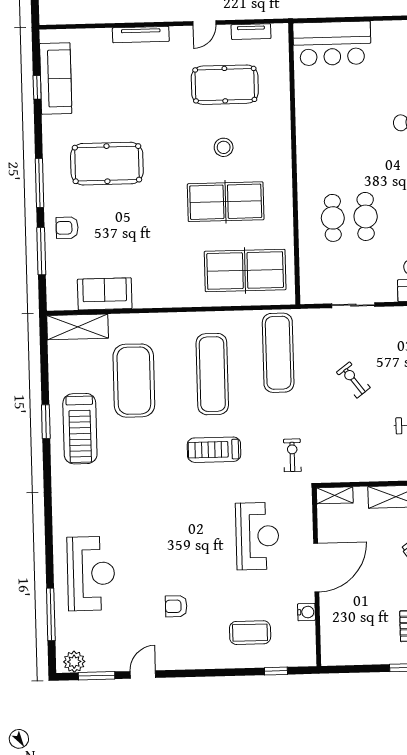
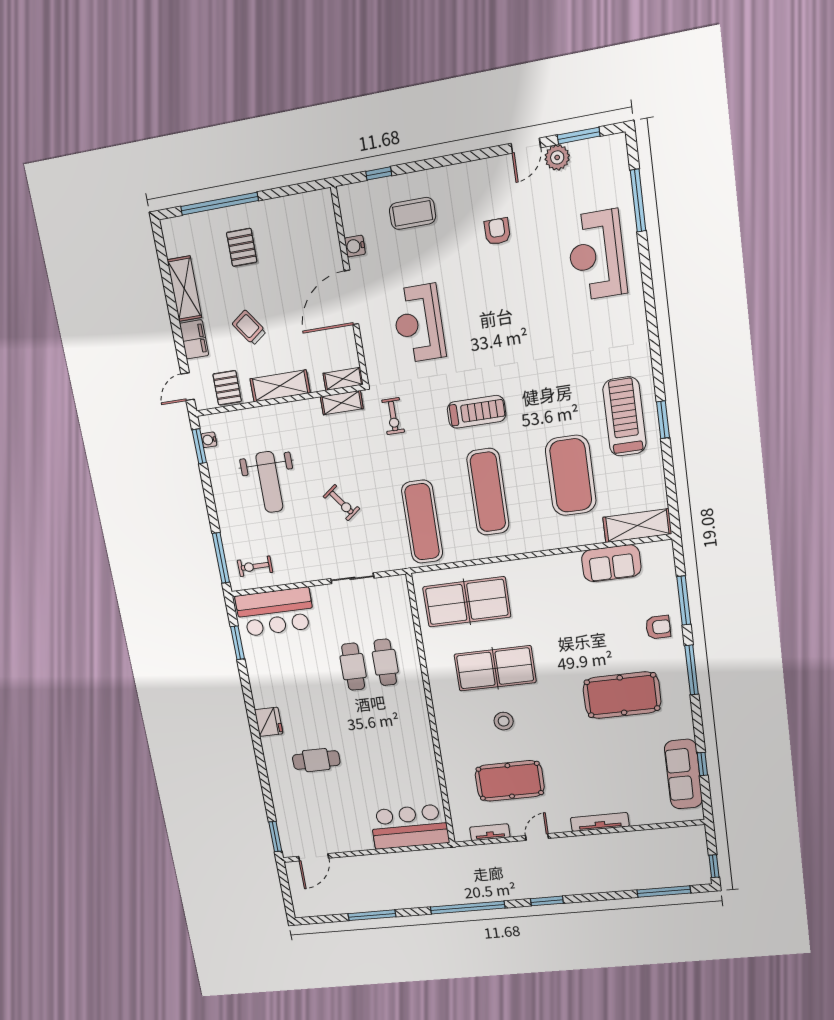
shelving: (339, 474) -> (342, 403), added
armchair: (176, 606) -> (497, 231), turned -90
plant: (74, 662) -> (557, 157), moved

